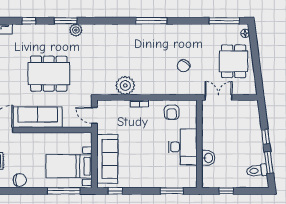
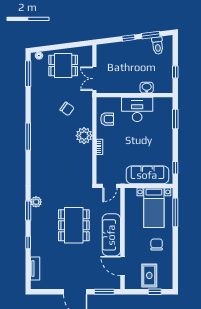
plant: (125, 85) -> (84, 136), moved
chair: (20, 180) -> (157, 245), moved

